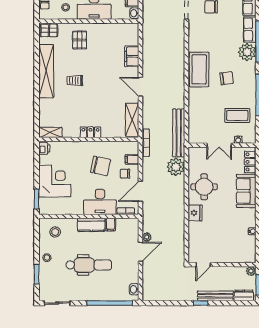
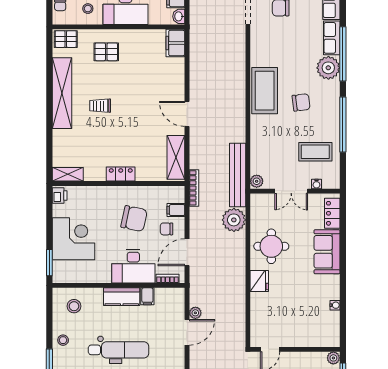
pallet: (80, 40) -> (106, 52), turned 90
filing cabinet: (132, 56) -> (175, 43), moved
plant: (193, 138) -> (257, 181), added

